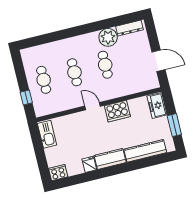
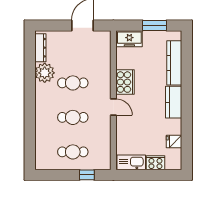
door: (93, 106) -> (113, 107), swing flipped
fridge: (89, 164) -> (174, 141), moved
cooker: (58, 173) -> (155, 163), moved, turned 90

